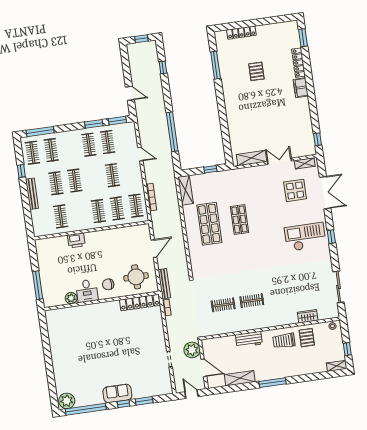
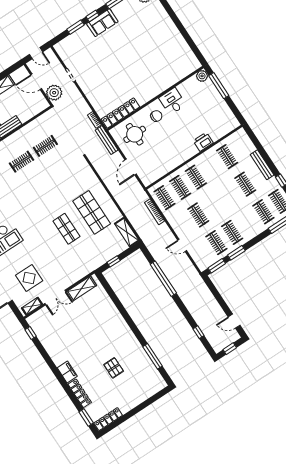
locker: (241, 33) -> (108, 419), moved
door: (130, 93) -> (234, 321), moved
clothes rail: (75, 181) -> (230, 194), removed
plant: (71, 298) -> (202, 76), moved

